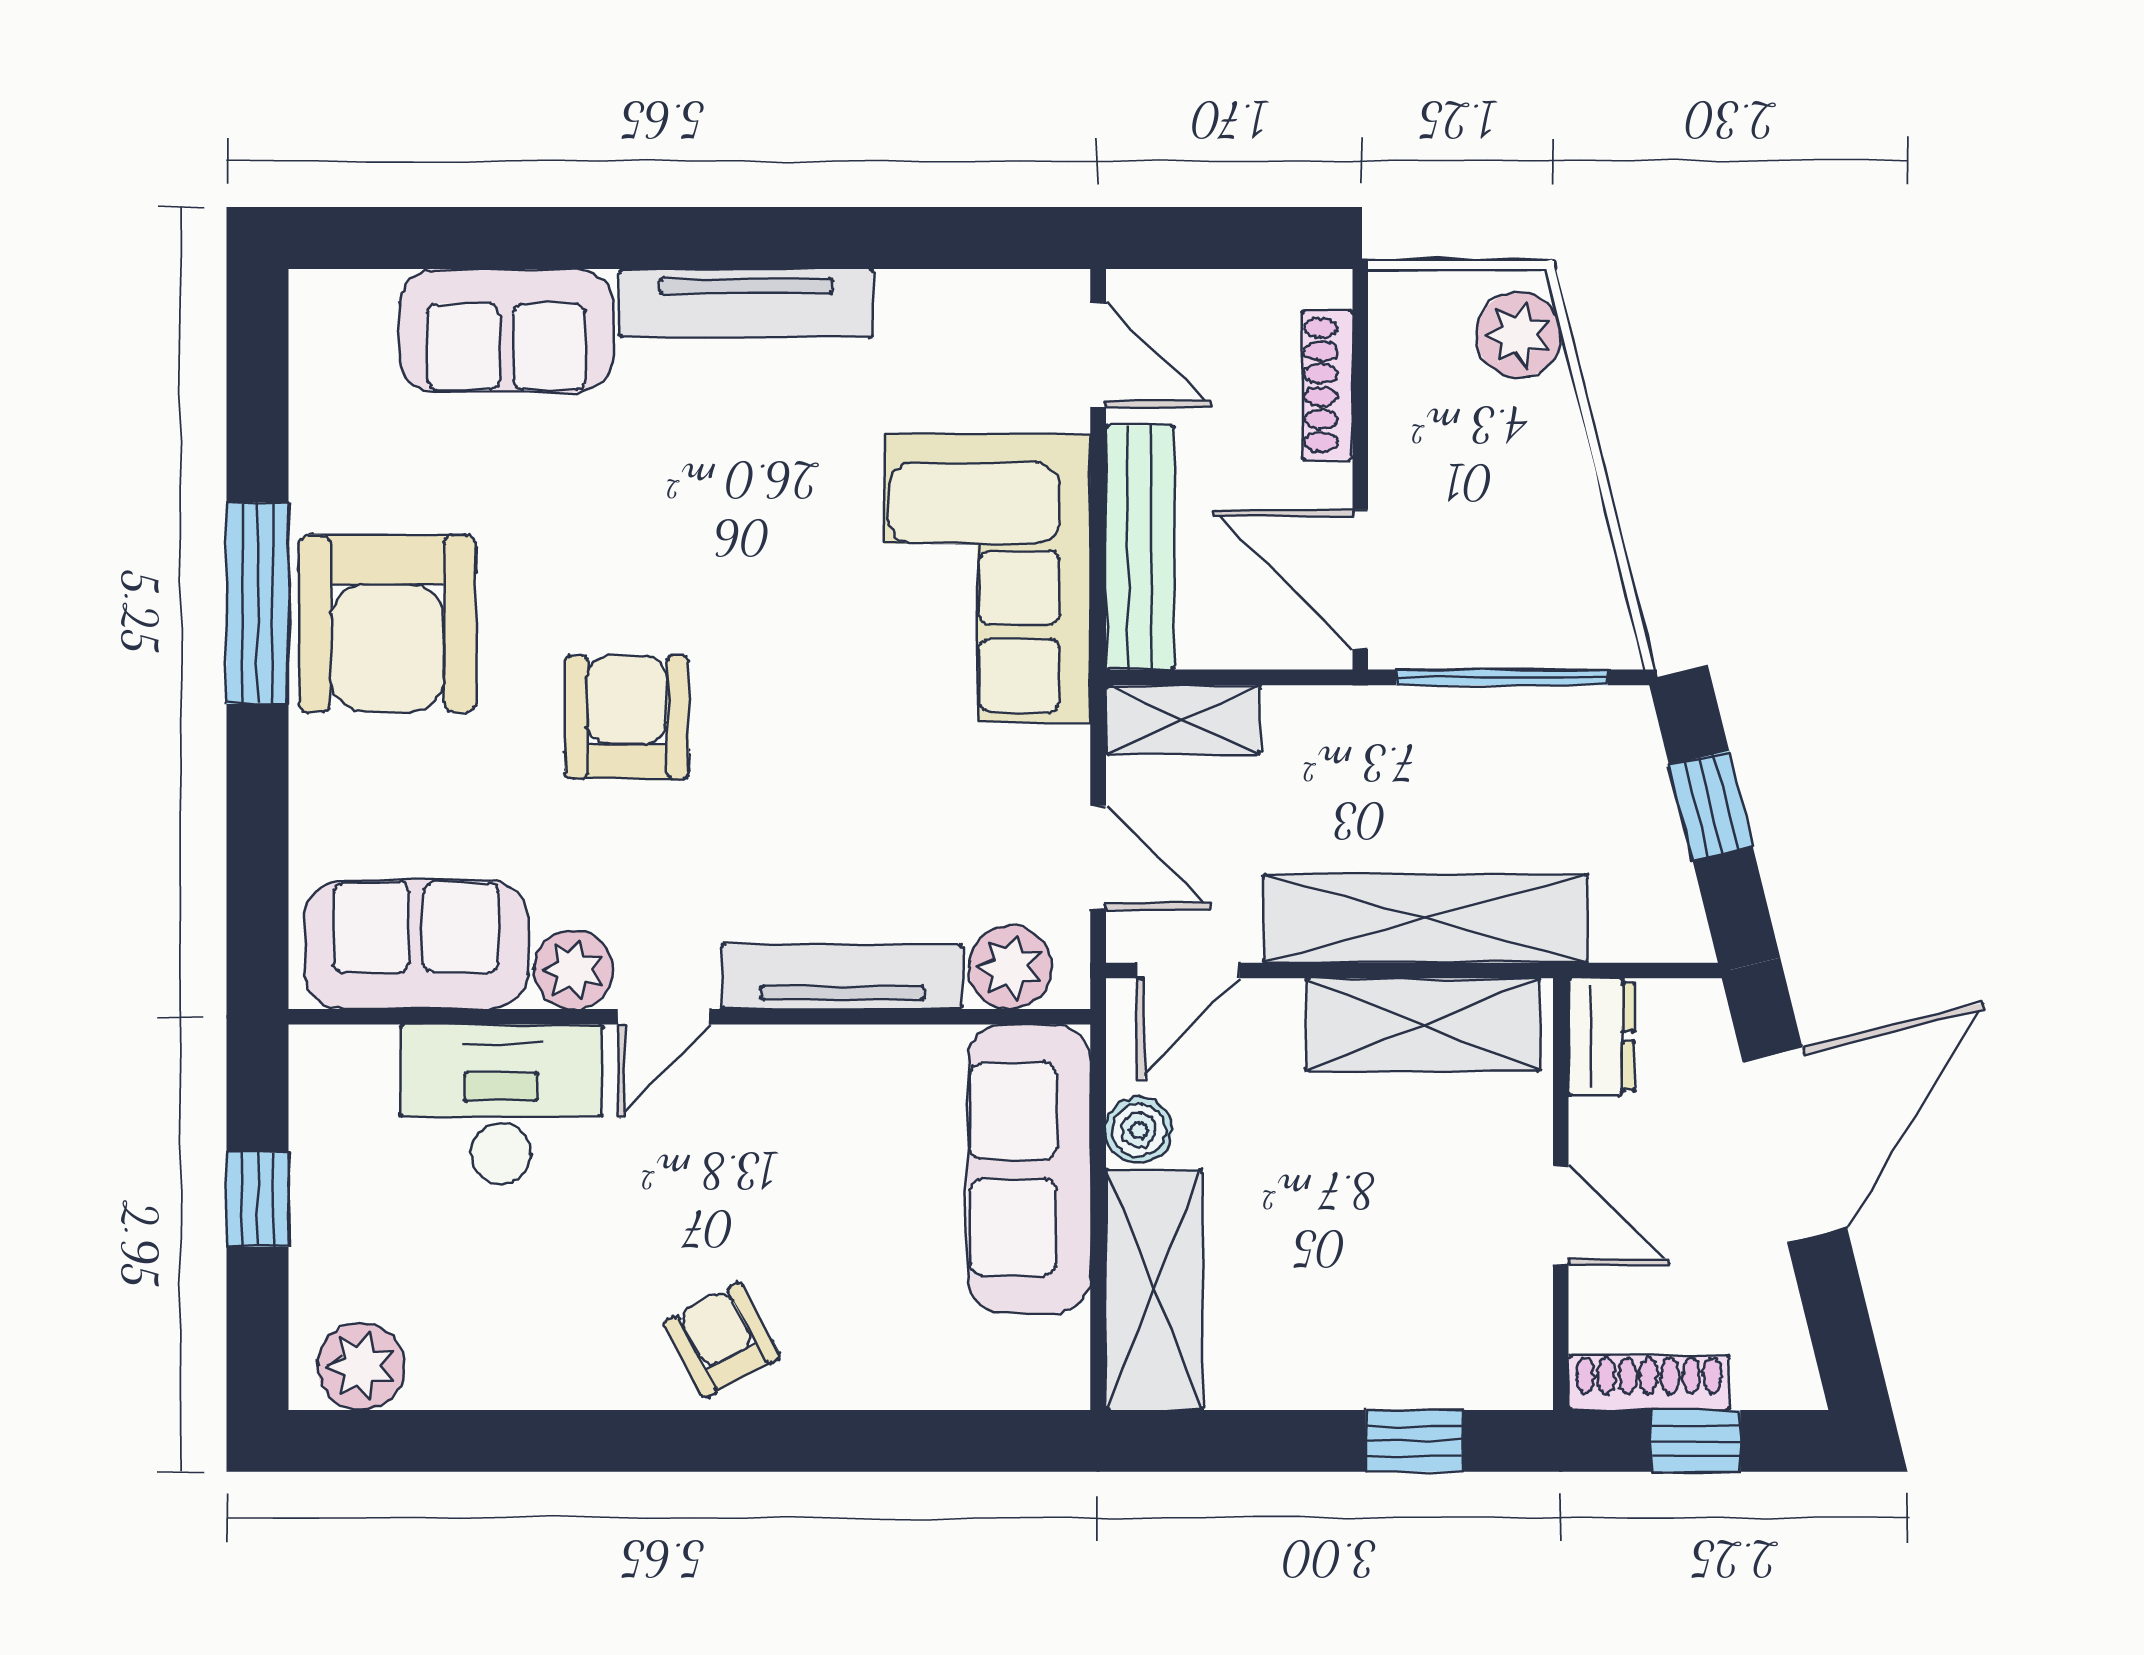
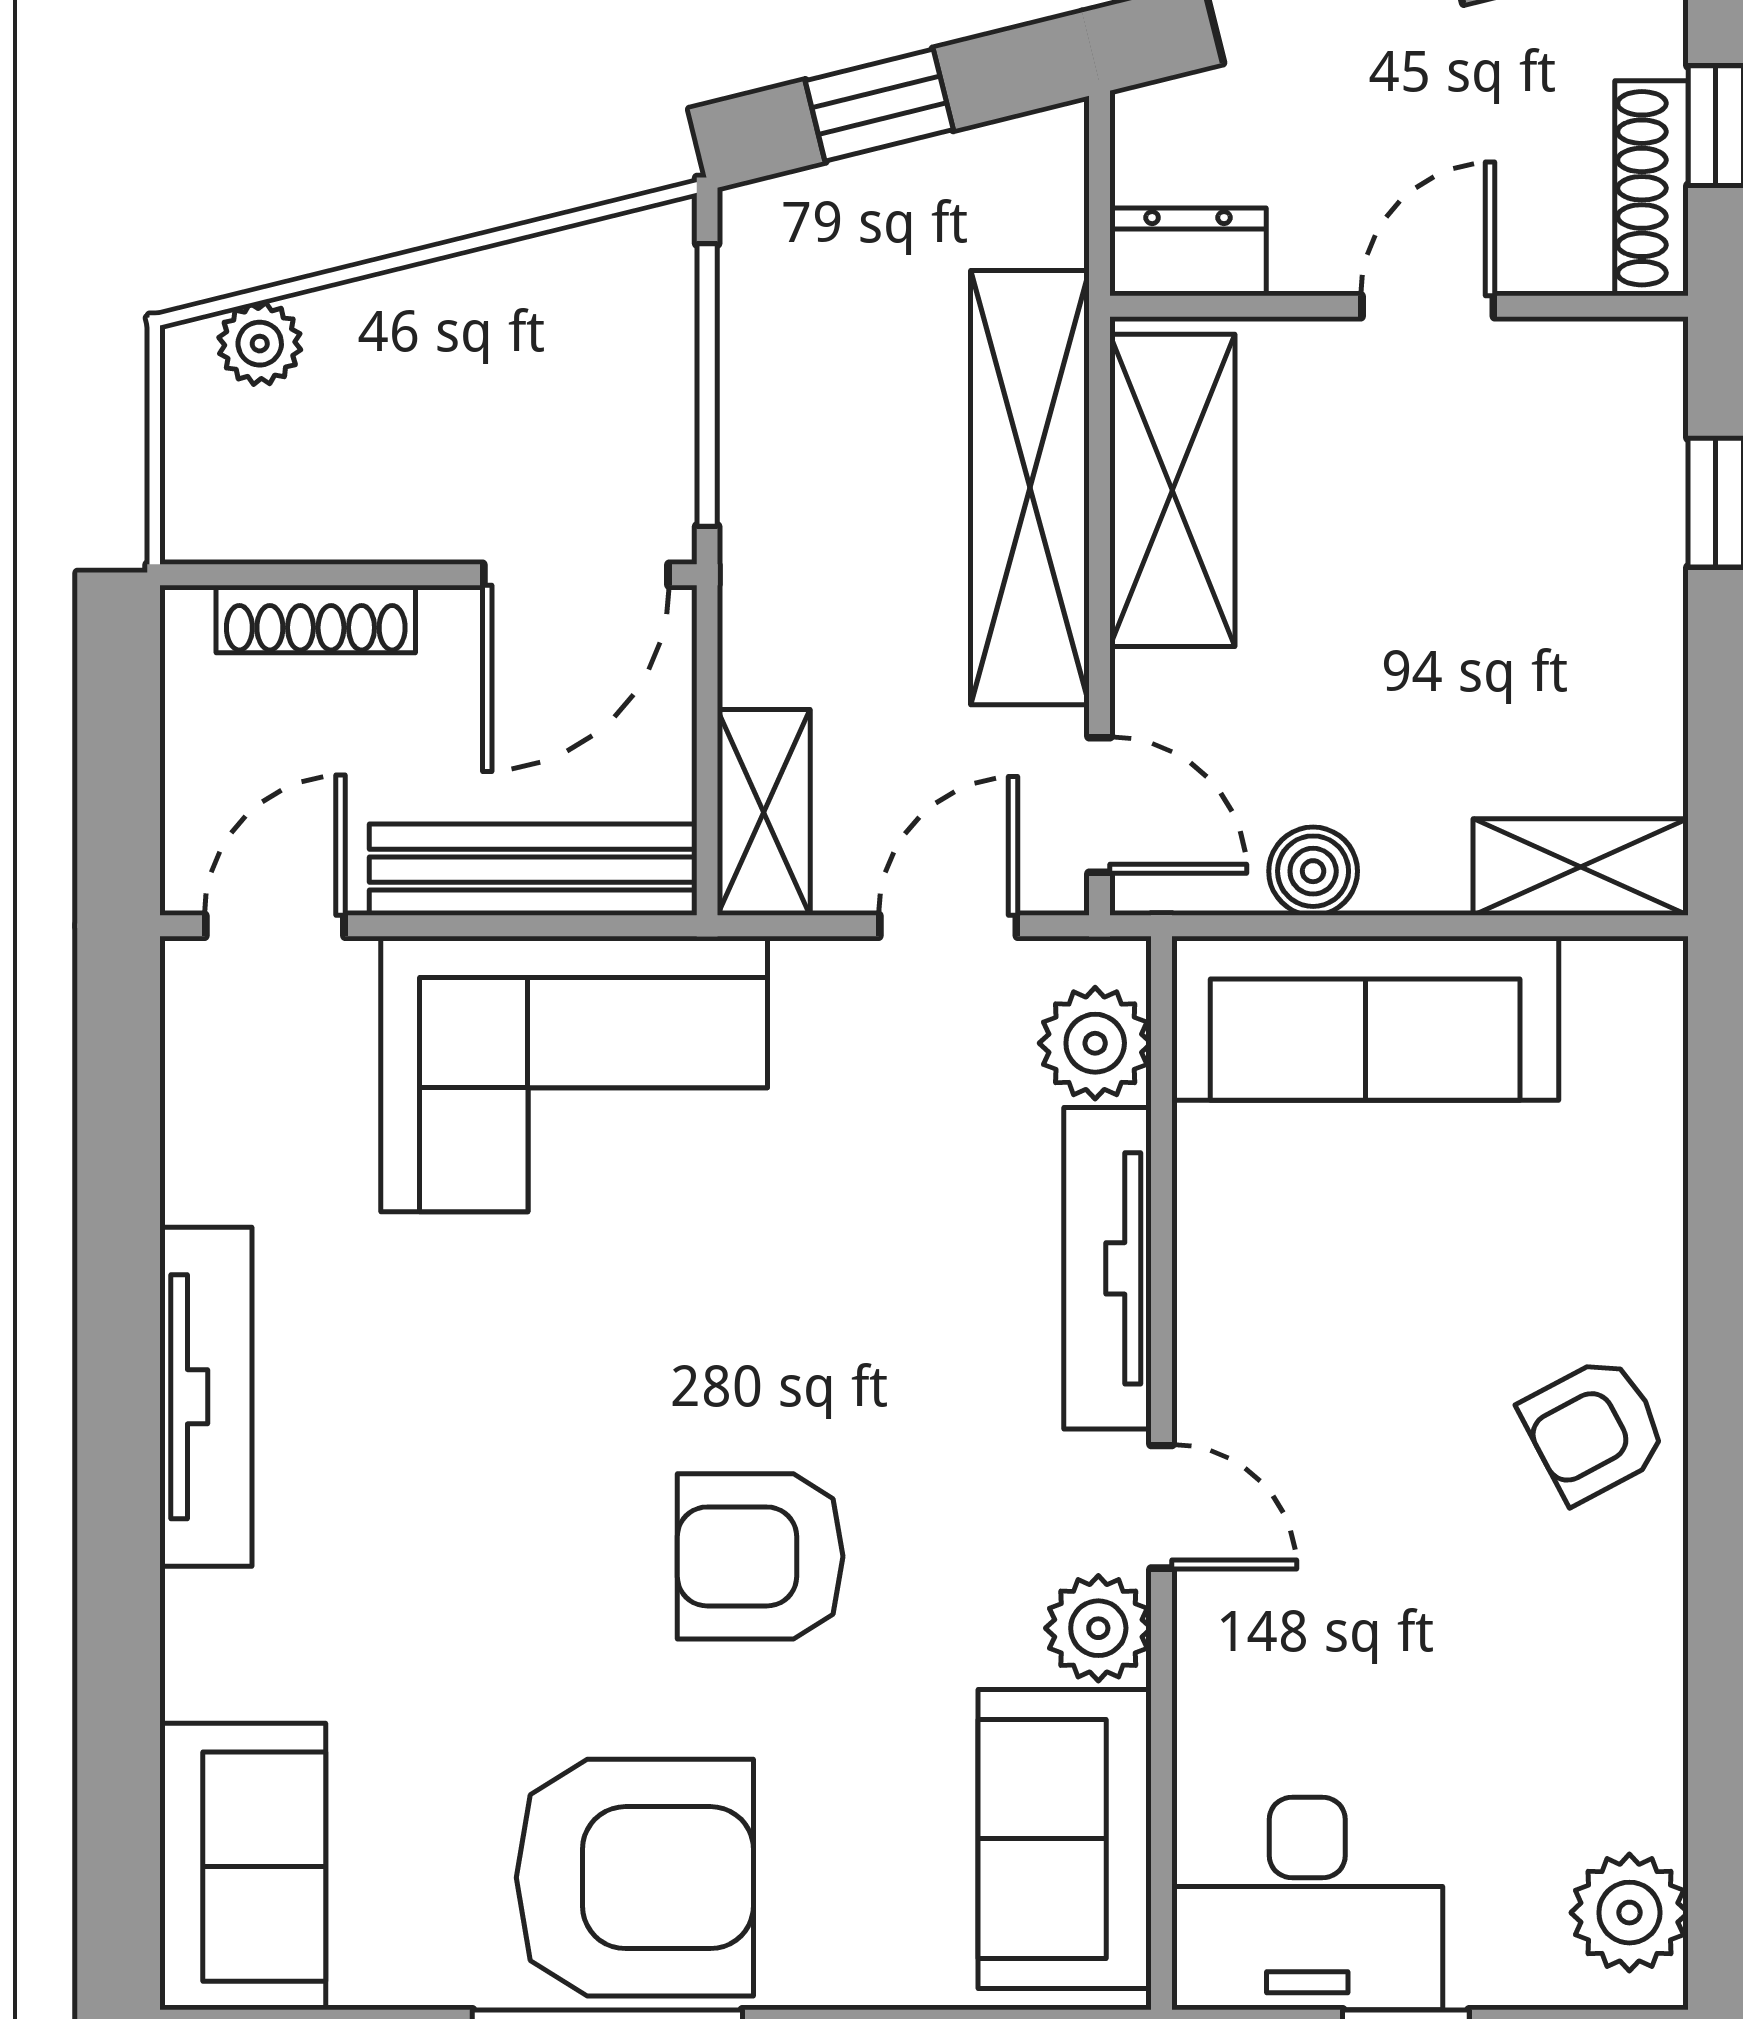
sofa: (506, 331) -> (243, 1867), moved
plant: (1519, 335) -> (260, 344), width x0.73, depth x0.73
desk: (501, 1104) -> (1307, 1904), moved, turned -90
shelving: (1154, 1290) -> (1581, 867), width x0.67, depth x0.75

